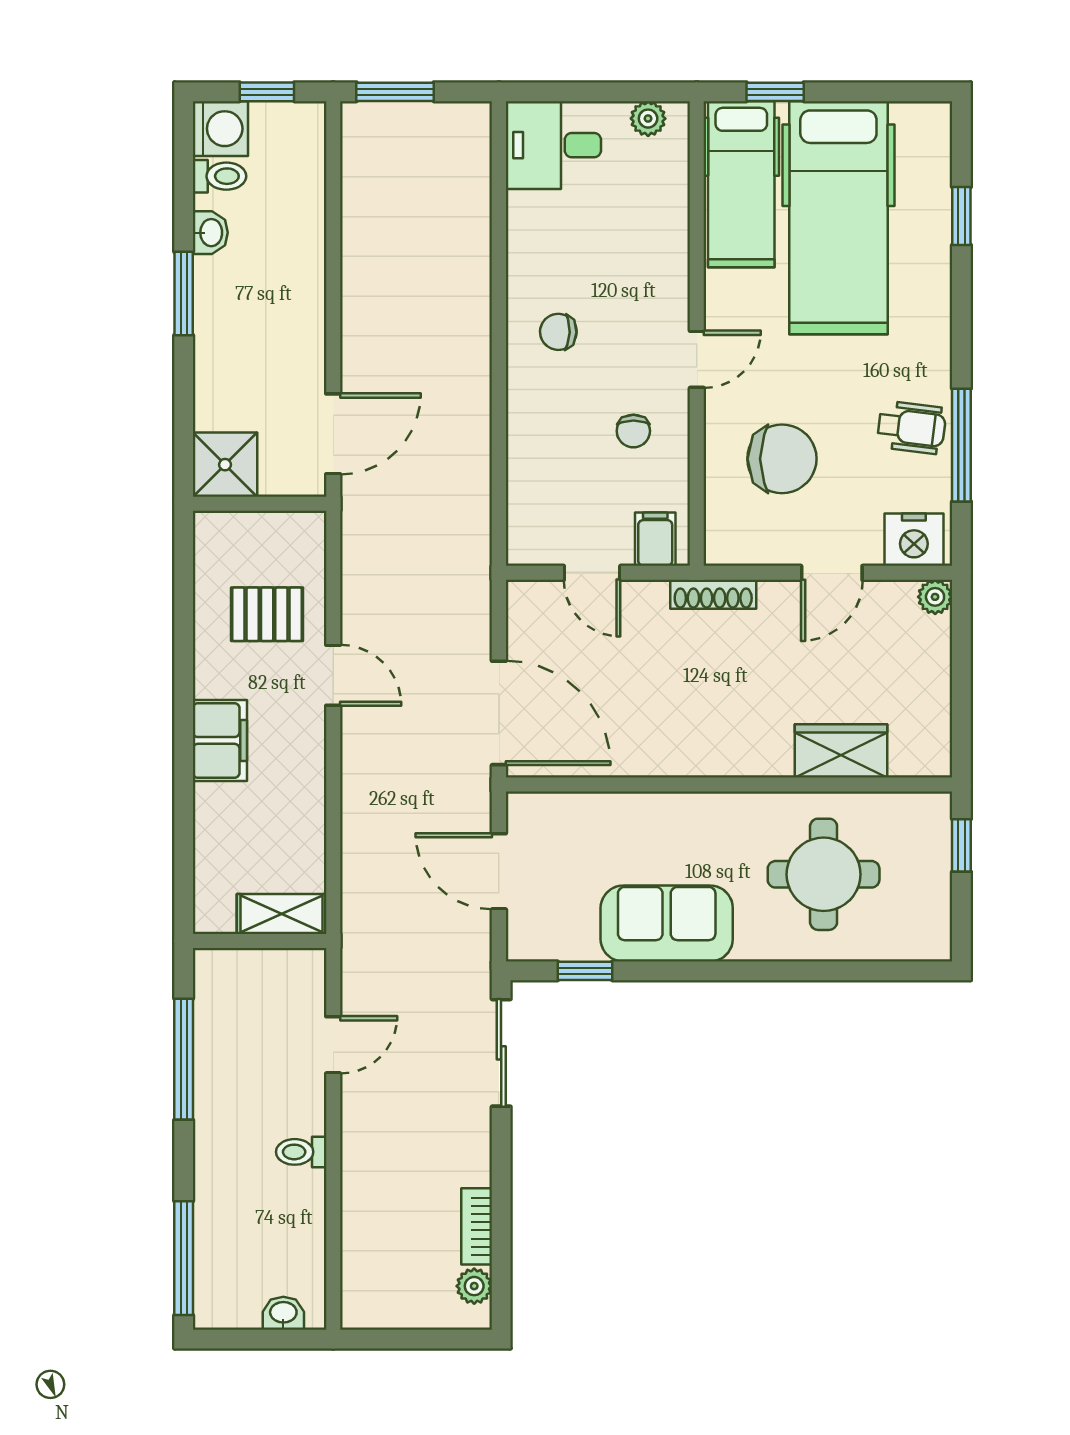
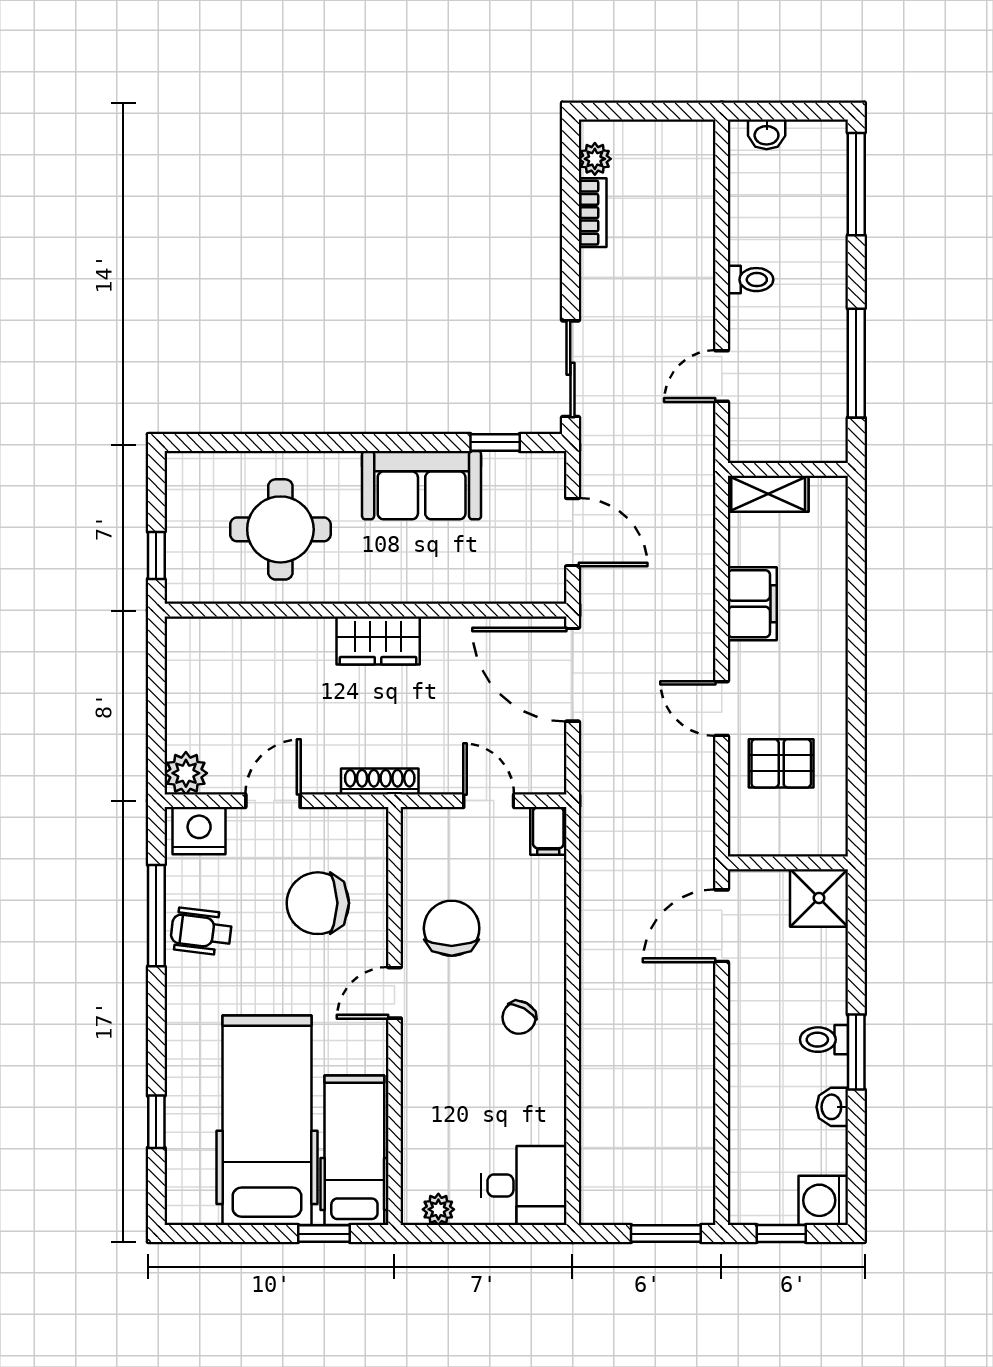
toilet: (219, 176) -> (824, 1040), moved
chair: (558, 332) -> (519, 1018), turned 117
chair: (633, 431) -> (452, 928), width x1.87, depth x1.87
filing cabinet: (655, 539) -> (548, 831), moved
plant: (935, 597) -> (186, 773), width x1.38, depth x1.38
filing cabinet: (220, 740) -> (752, 604), moved, turned 180
wardrobe: (841, 751) -> (378, 640), moved

